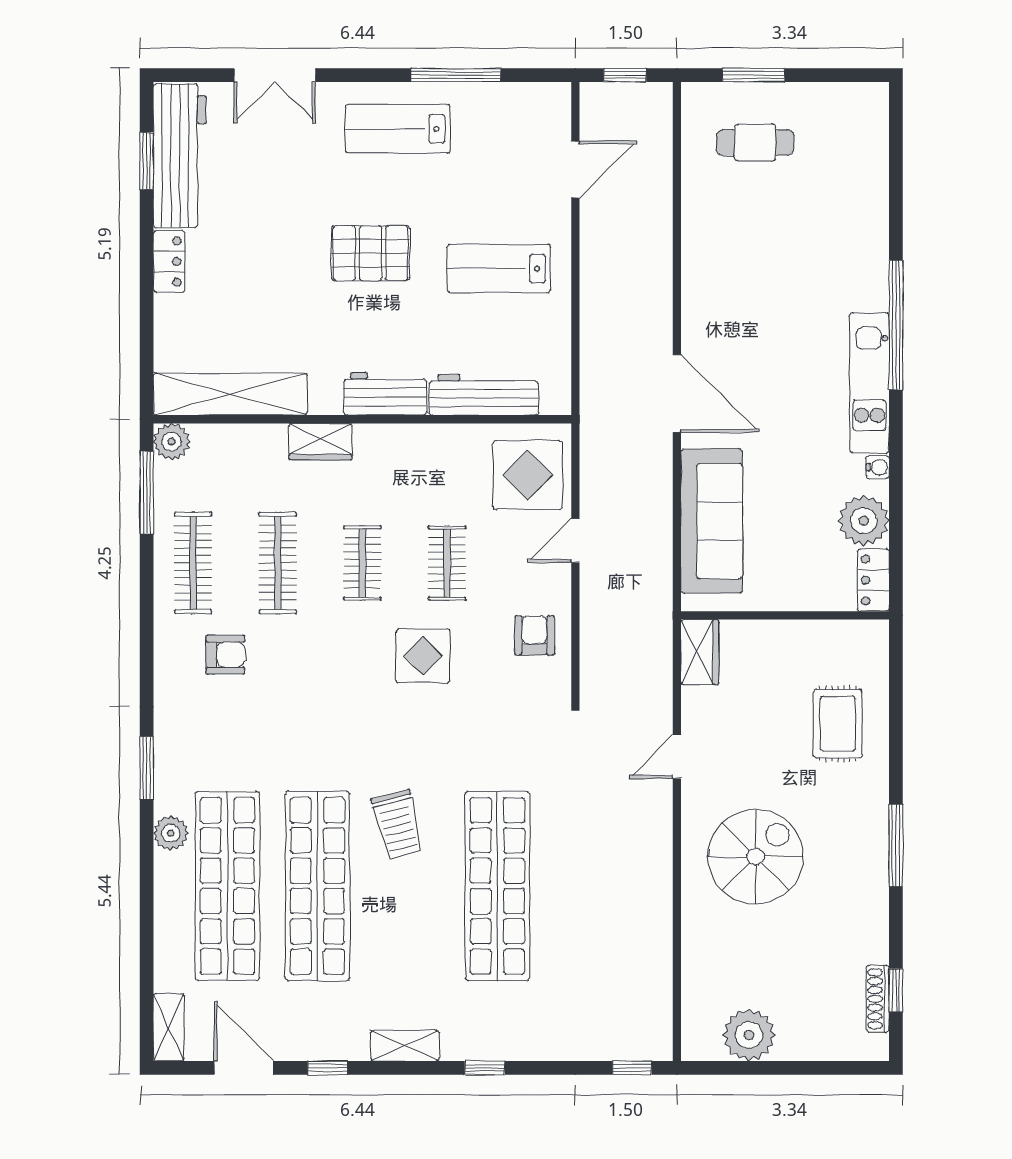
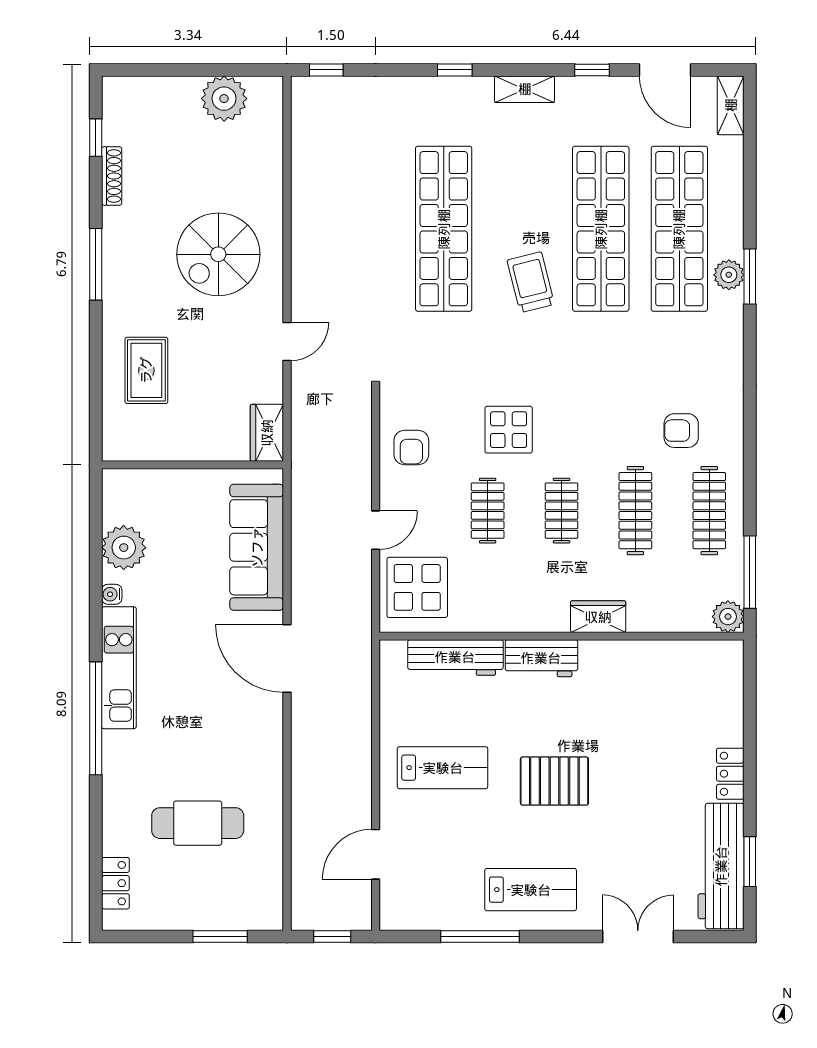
cafe table: (755, 142) -> (198, 823), moved, width x1.37, depth x1.35
shelving: (230, 394) -> (677, 658), removed
locker: (873, 580) -> (115, 883), moved
window: (147, 768) -> (750, 277), moved
shoe rack: (878, 999) -> (112, 176), moved

